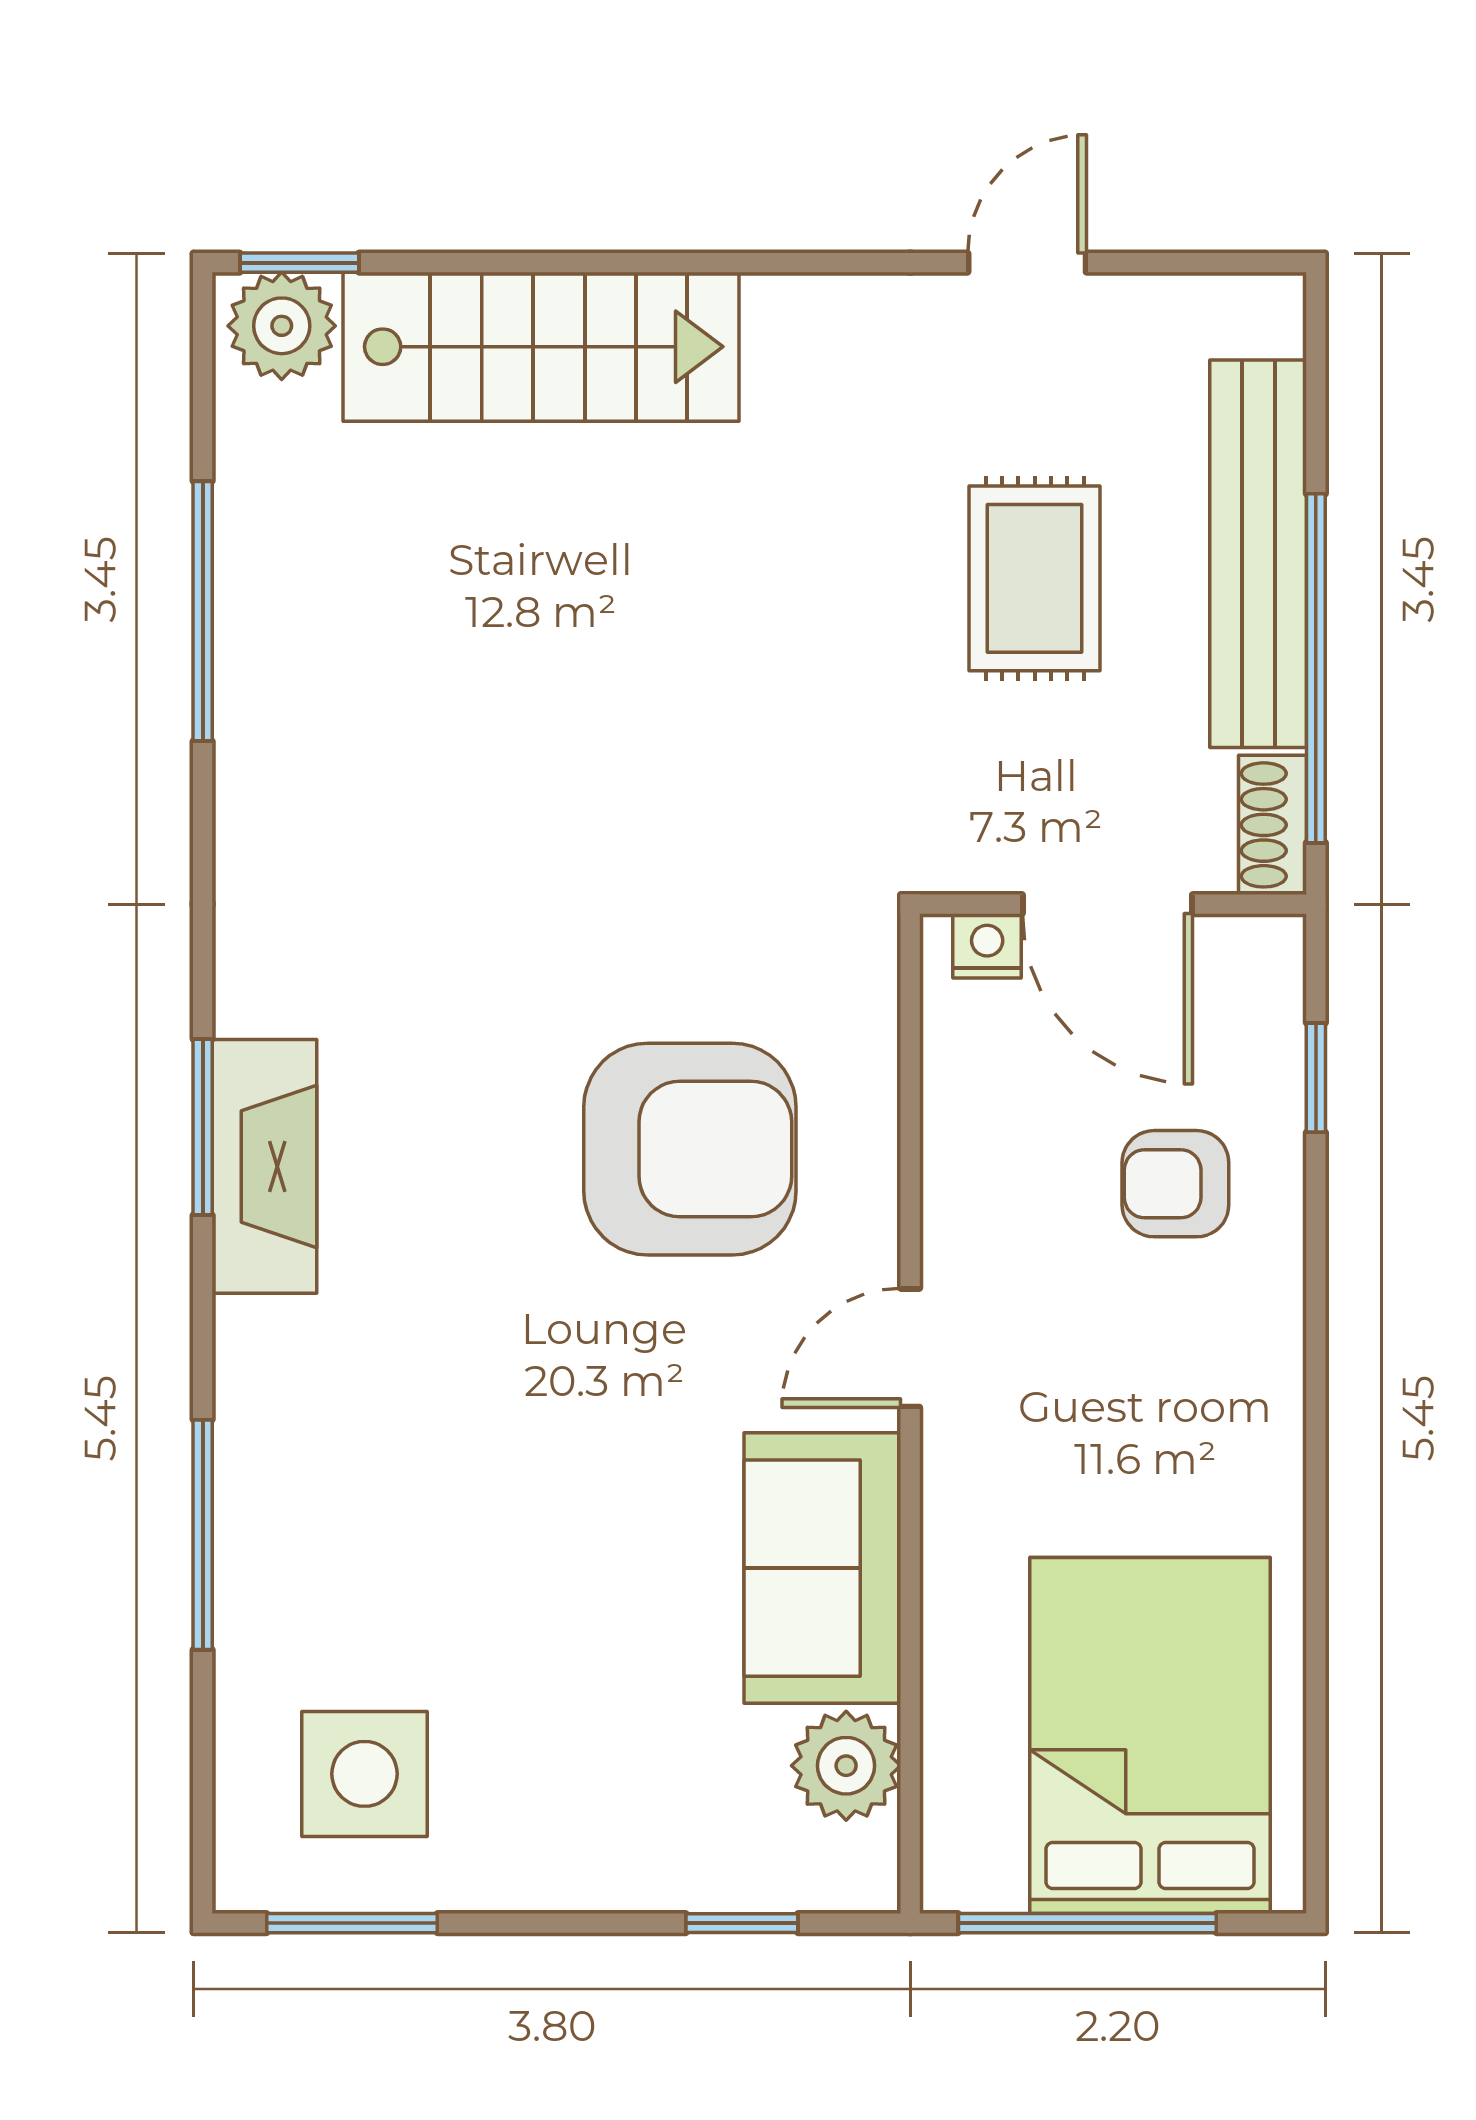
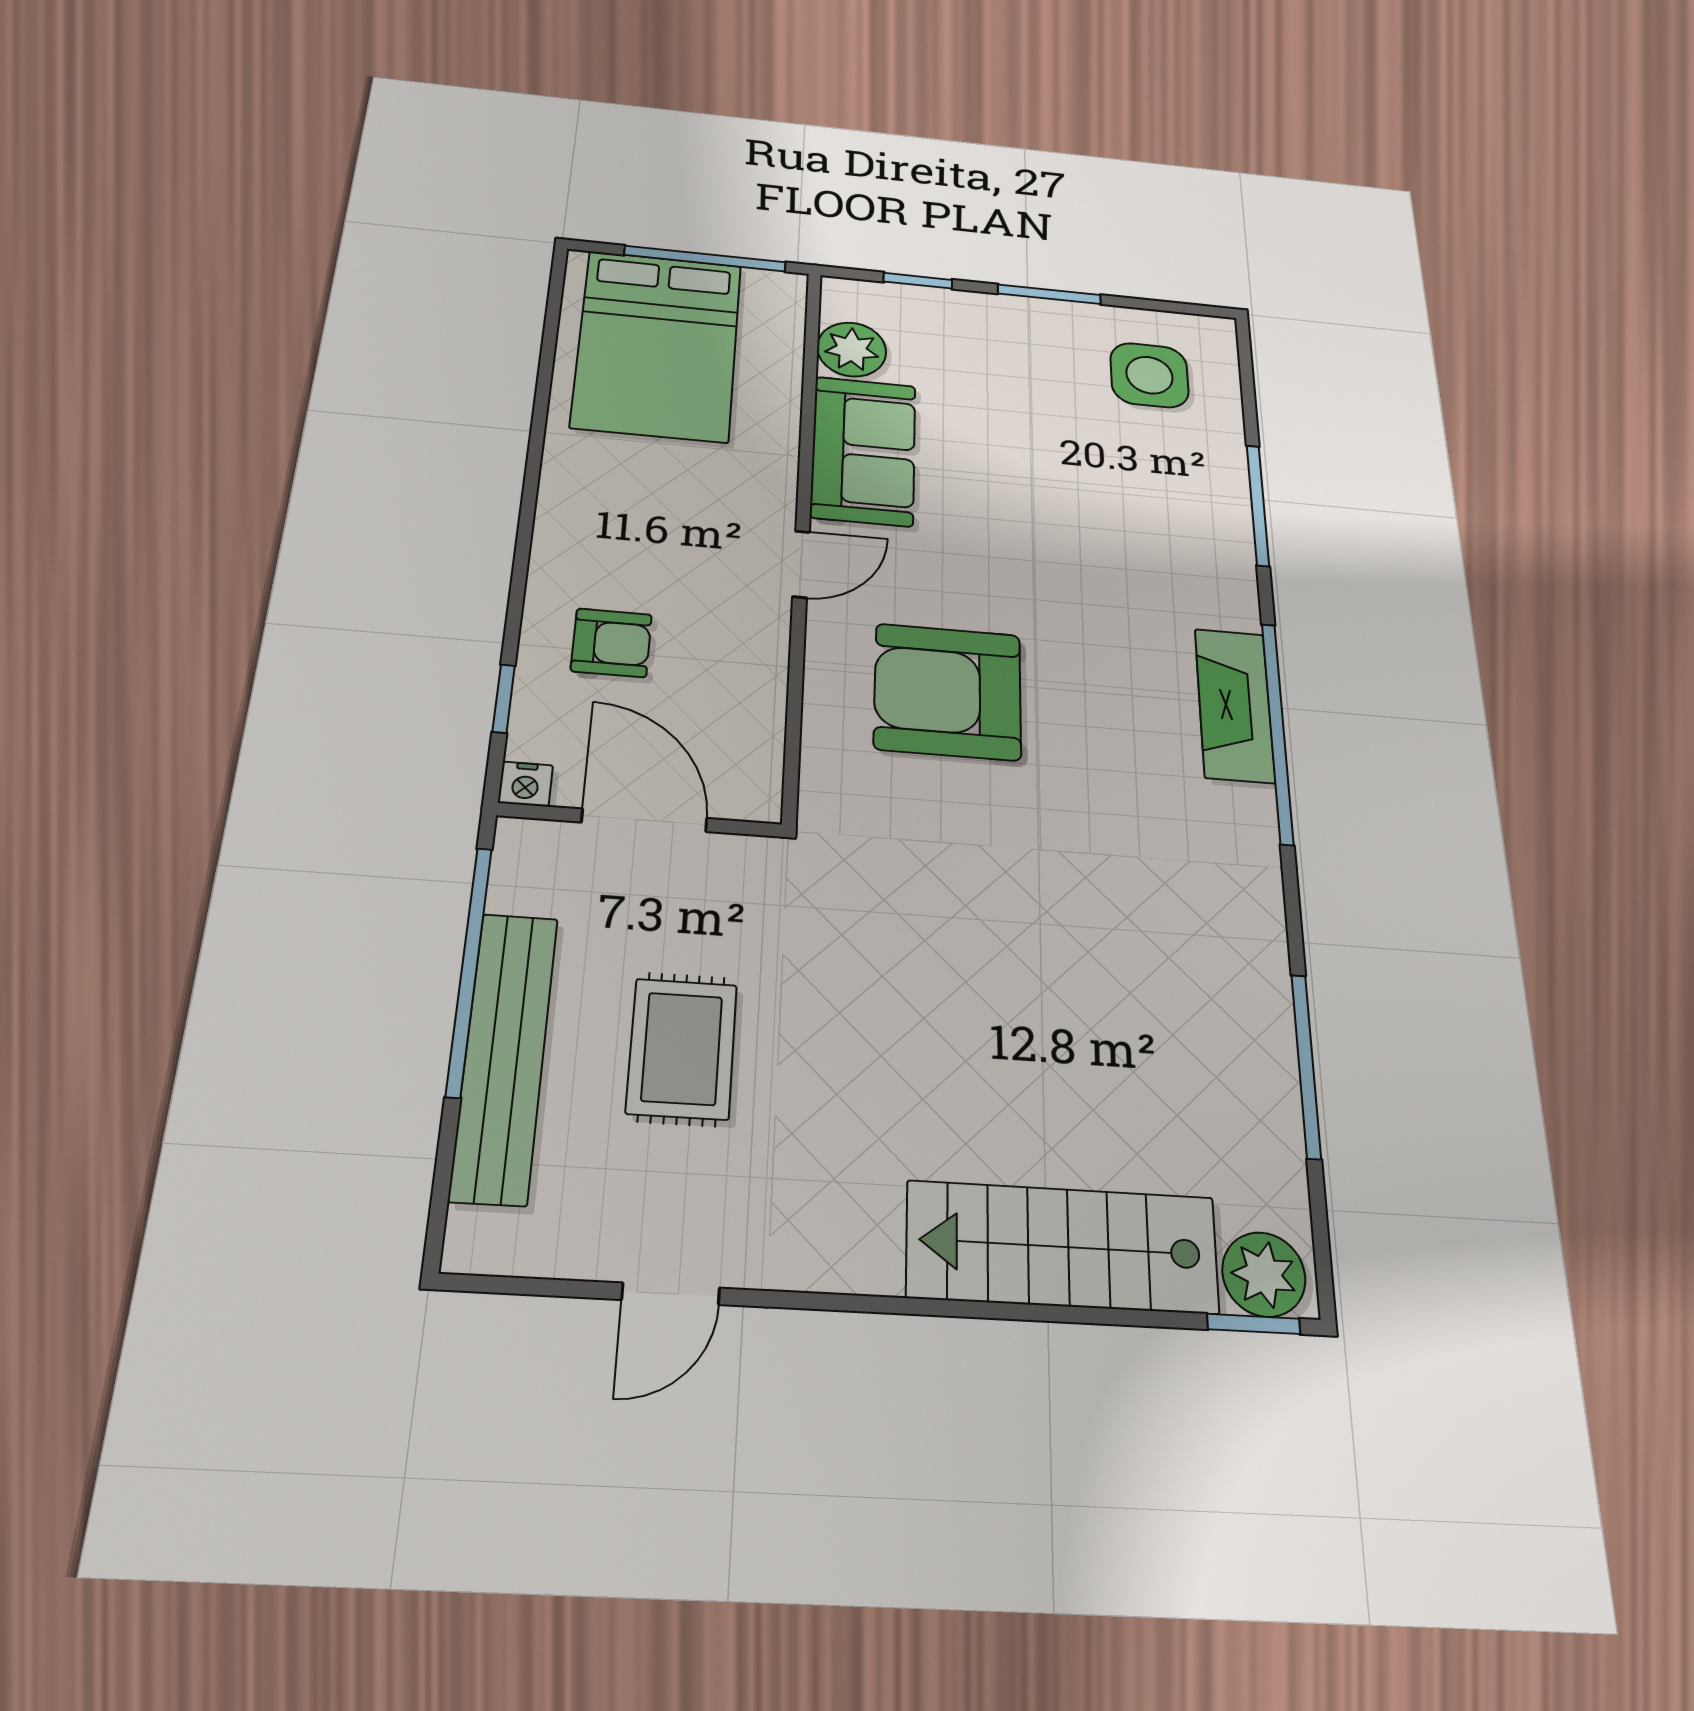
shoe rack: (1273, 825) -> (516, 864), removed
nightstand: (987, 946) -> (525, 784), moved
window: (203, 1127) -> (1277, 732), width x2.11
window: (352, 1923) -> (1049, 294), moved

